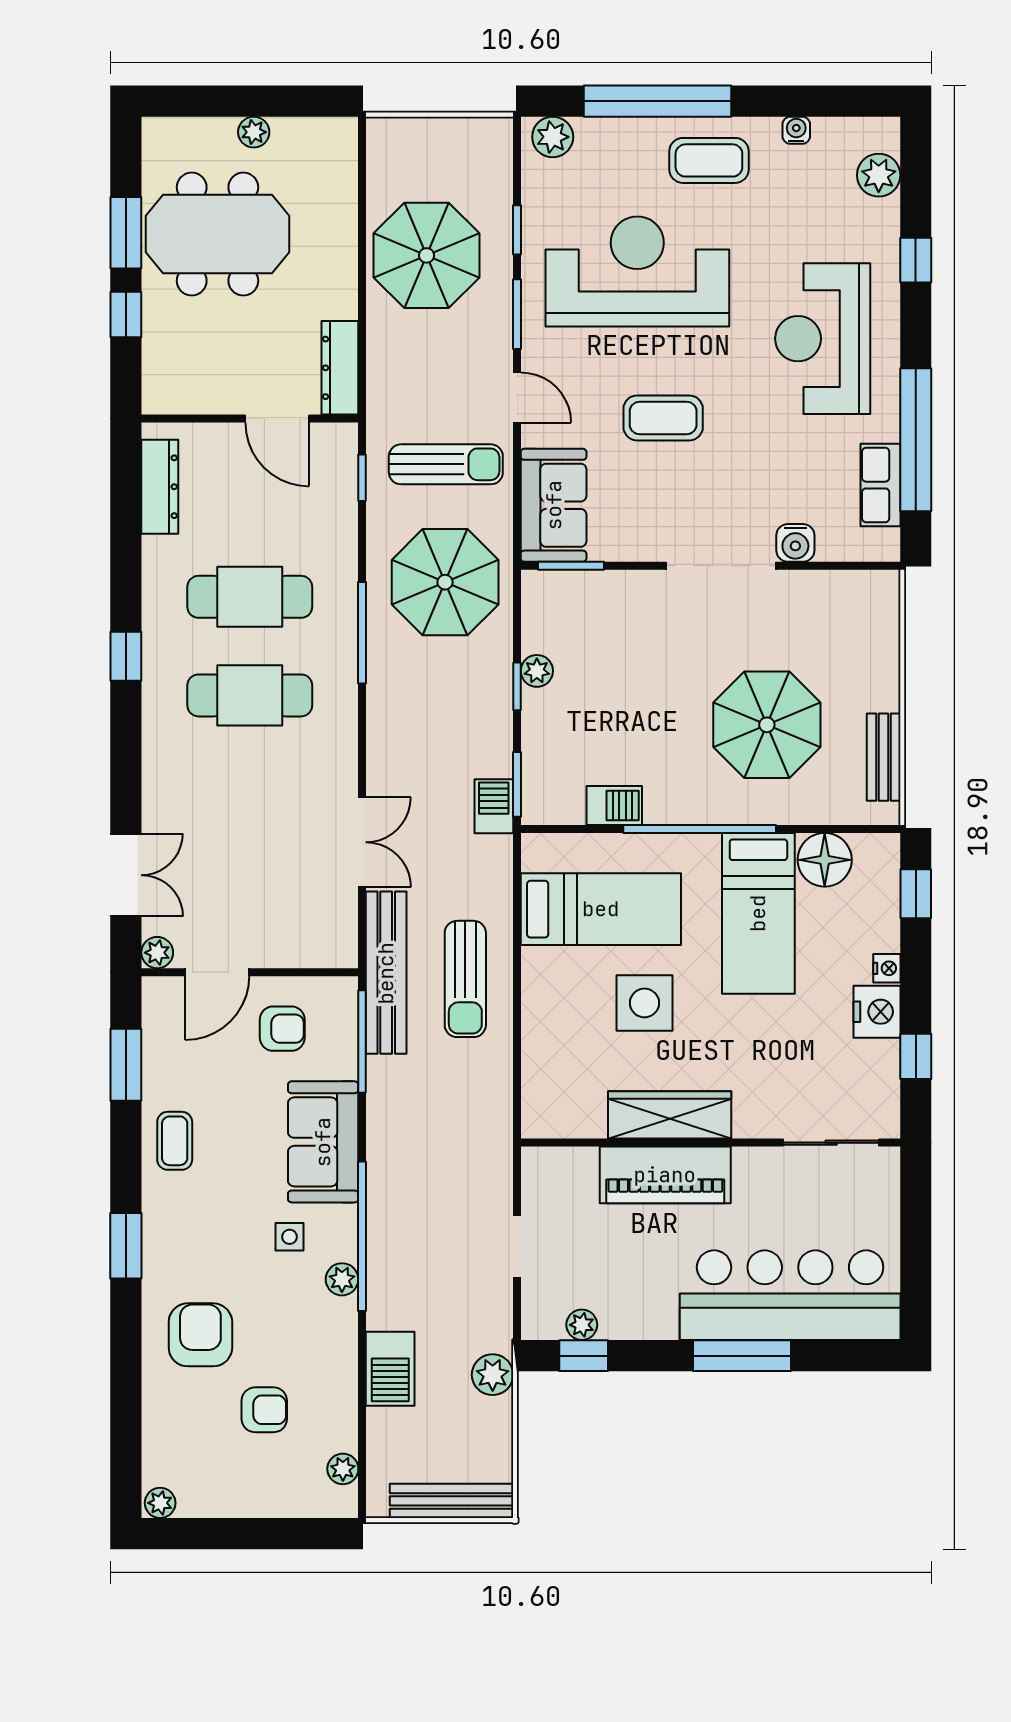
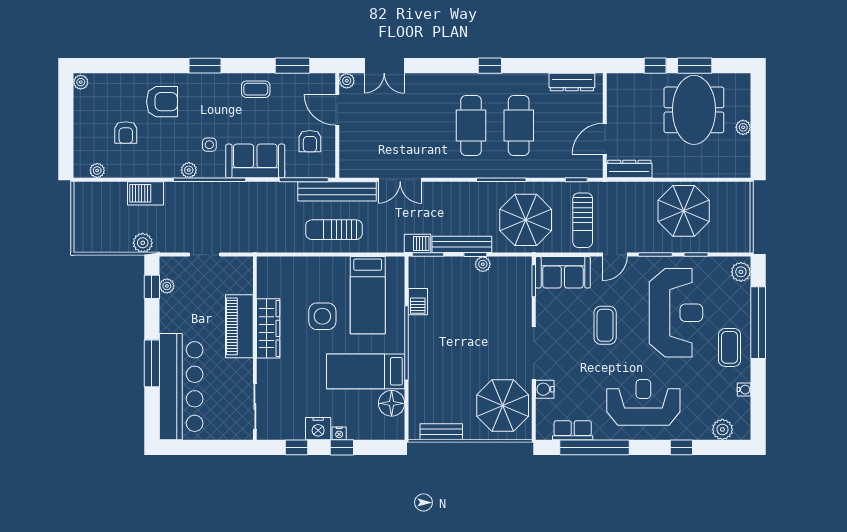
parasol: (767, 725) -> (503, 406), moved
window: (916, 894) -> (342, 447), moved
bench: (452, 1501) -> (462, 244), moved, turned 90

